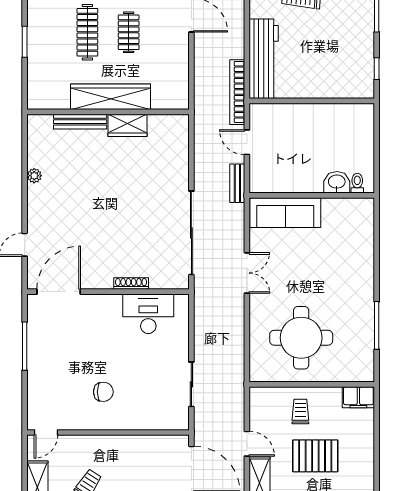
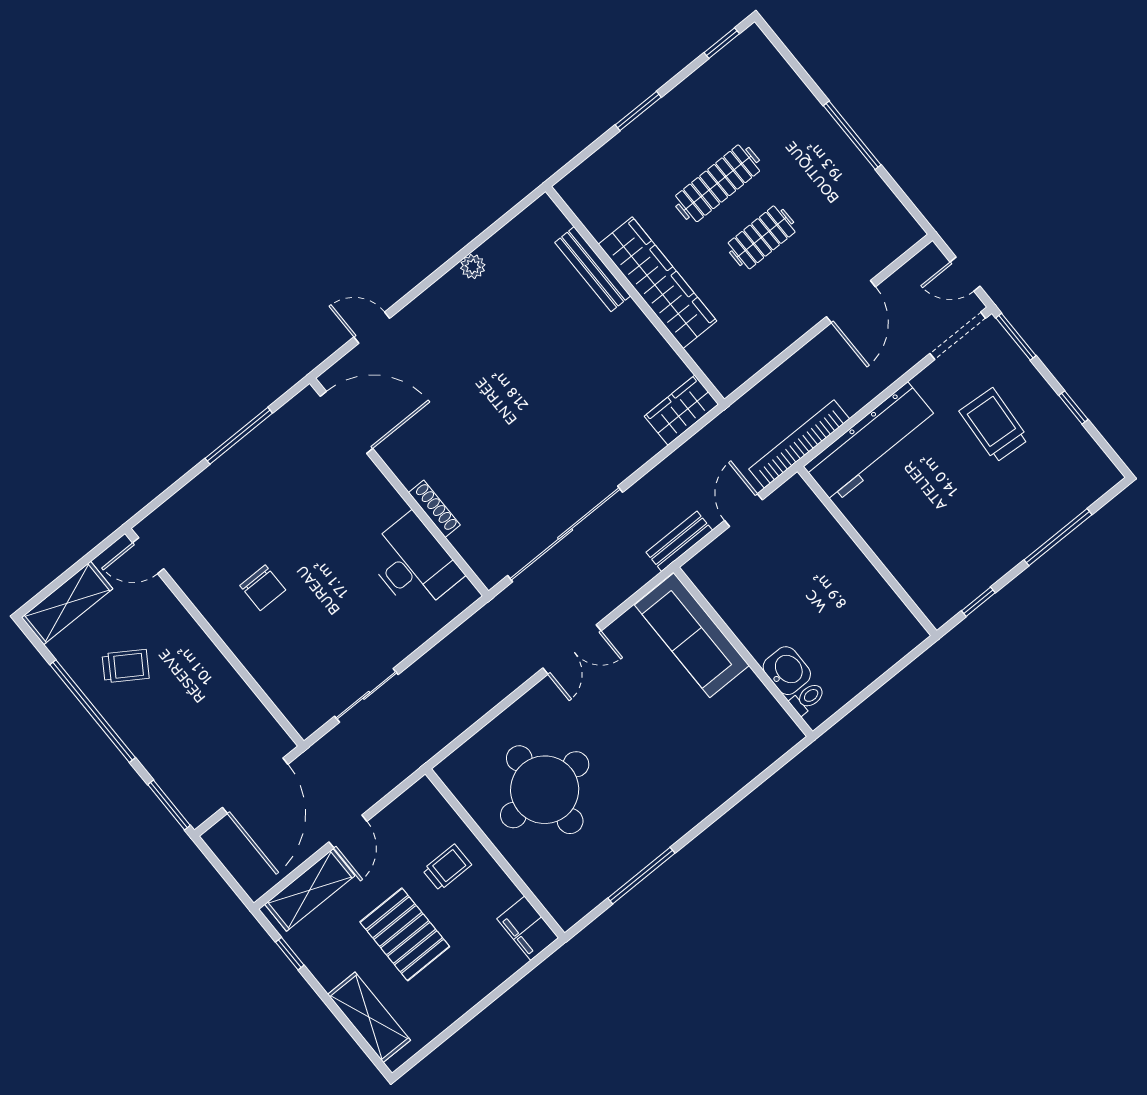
wardrobe: (127, 125) -> (681, 410), moved, turned 90

